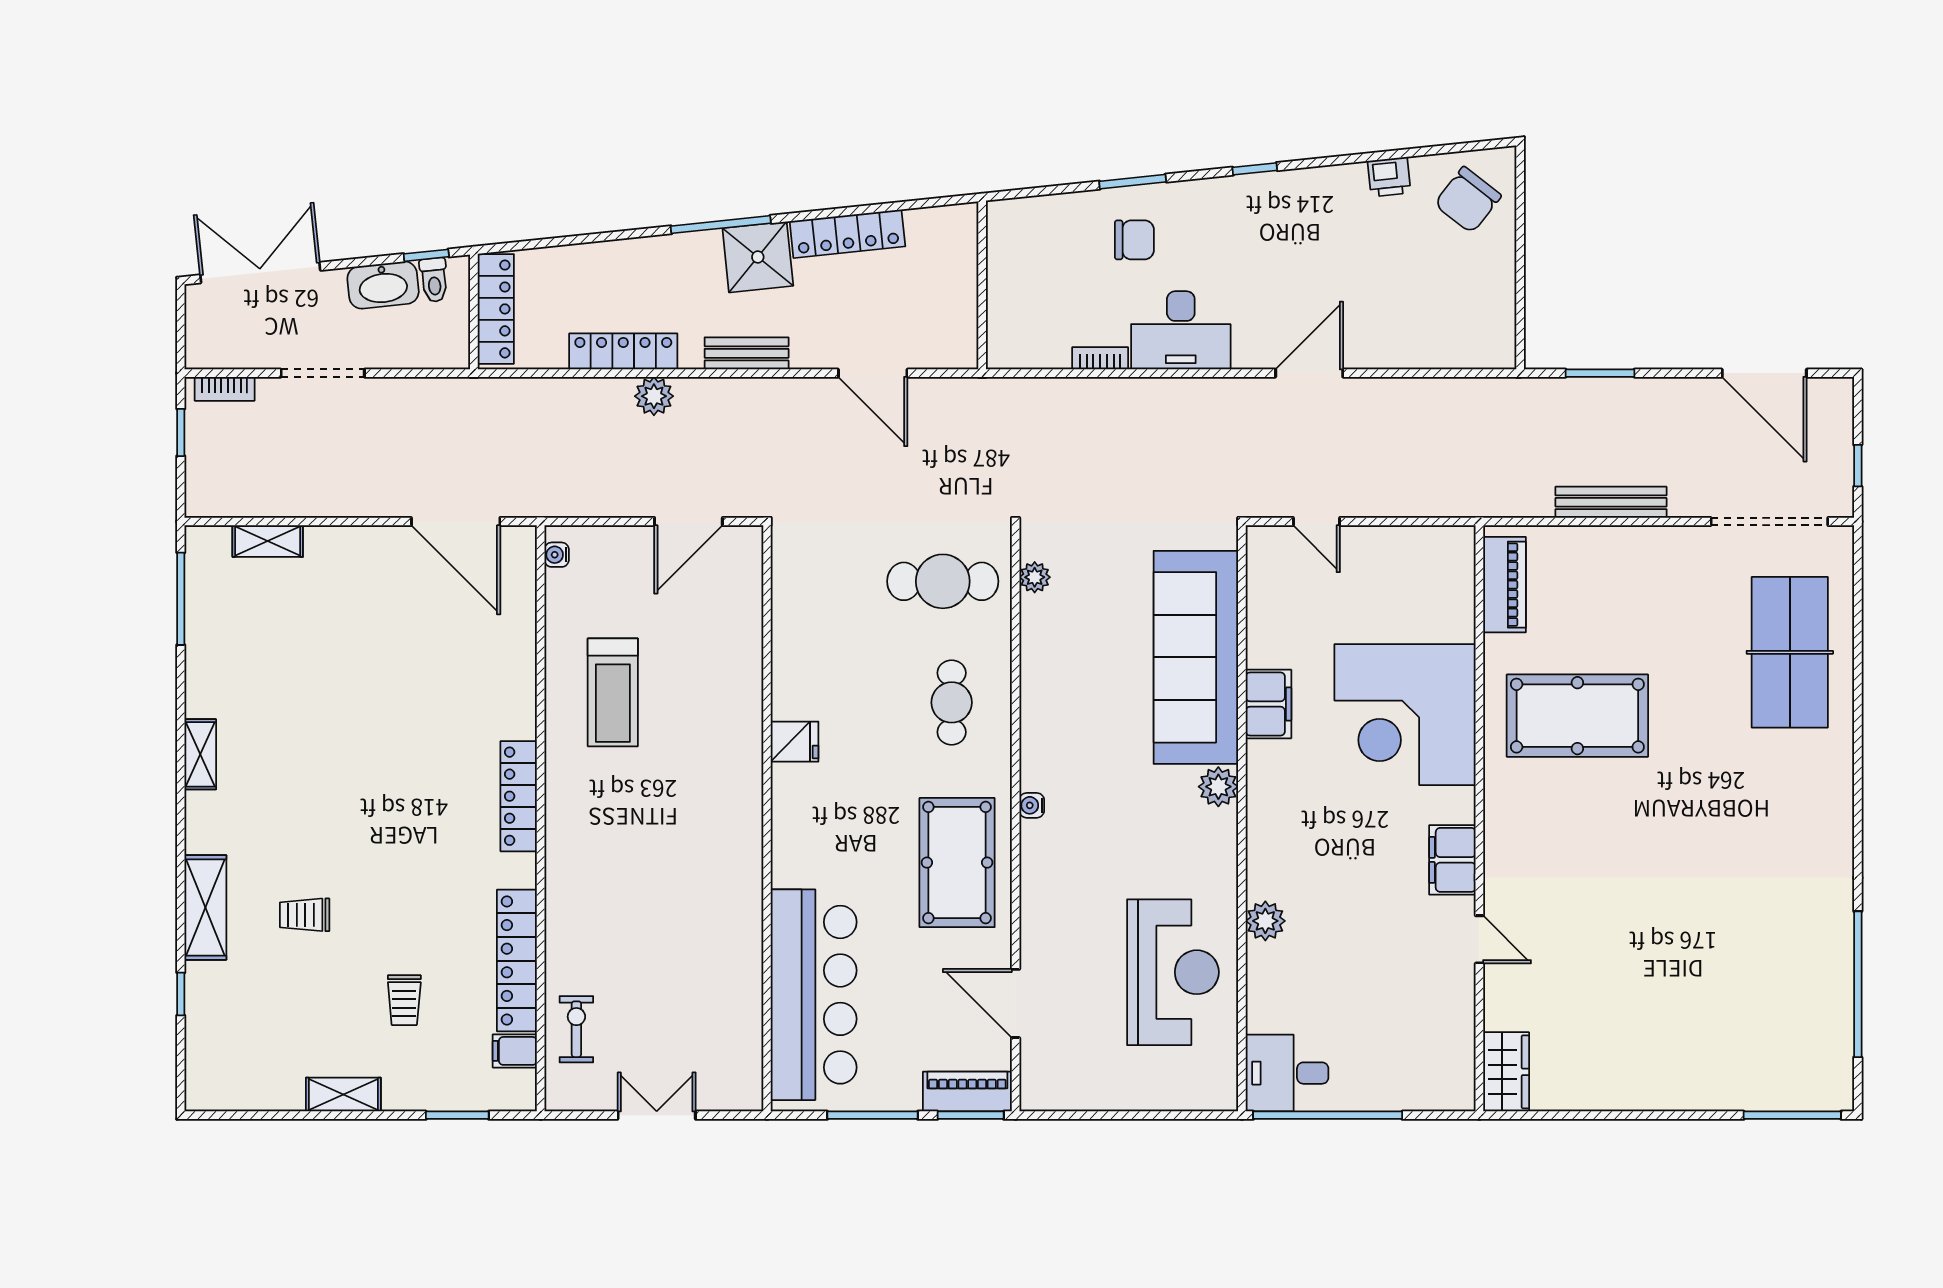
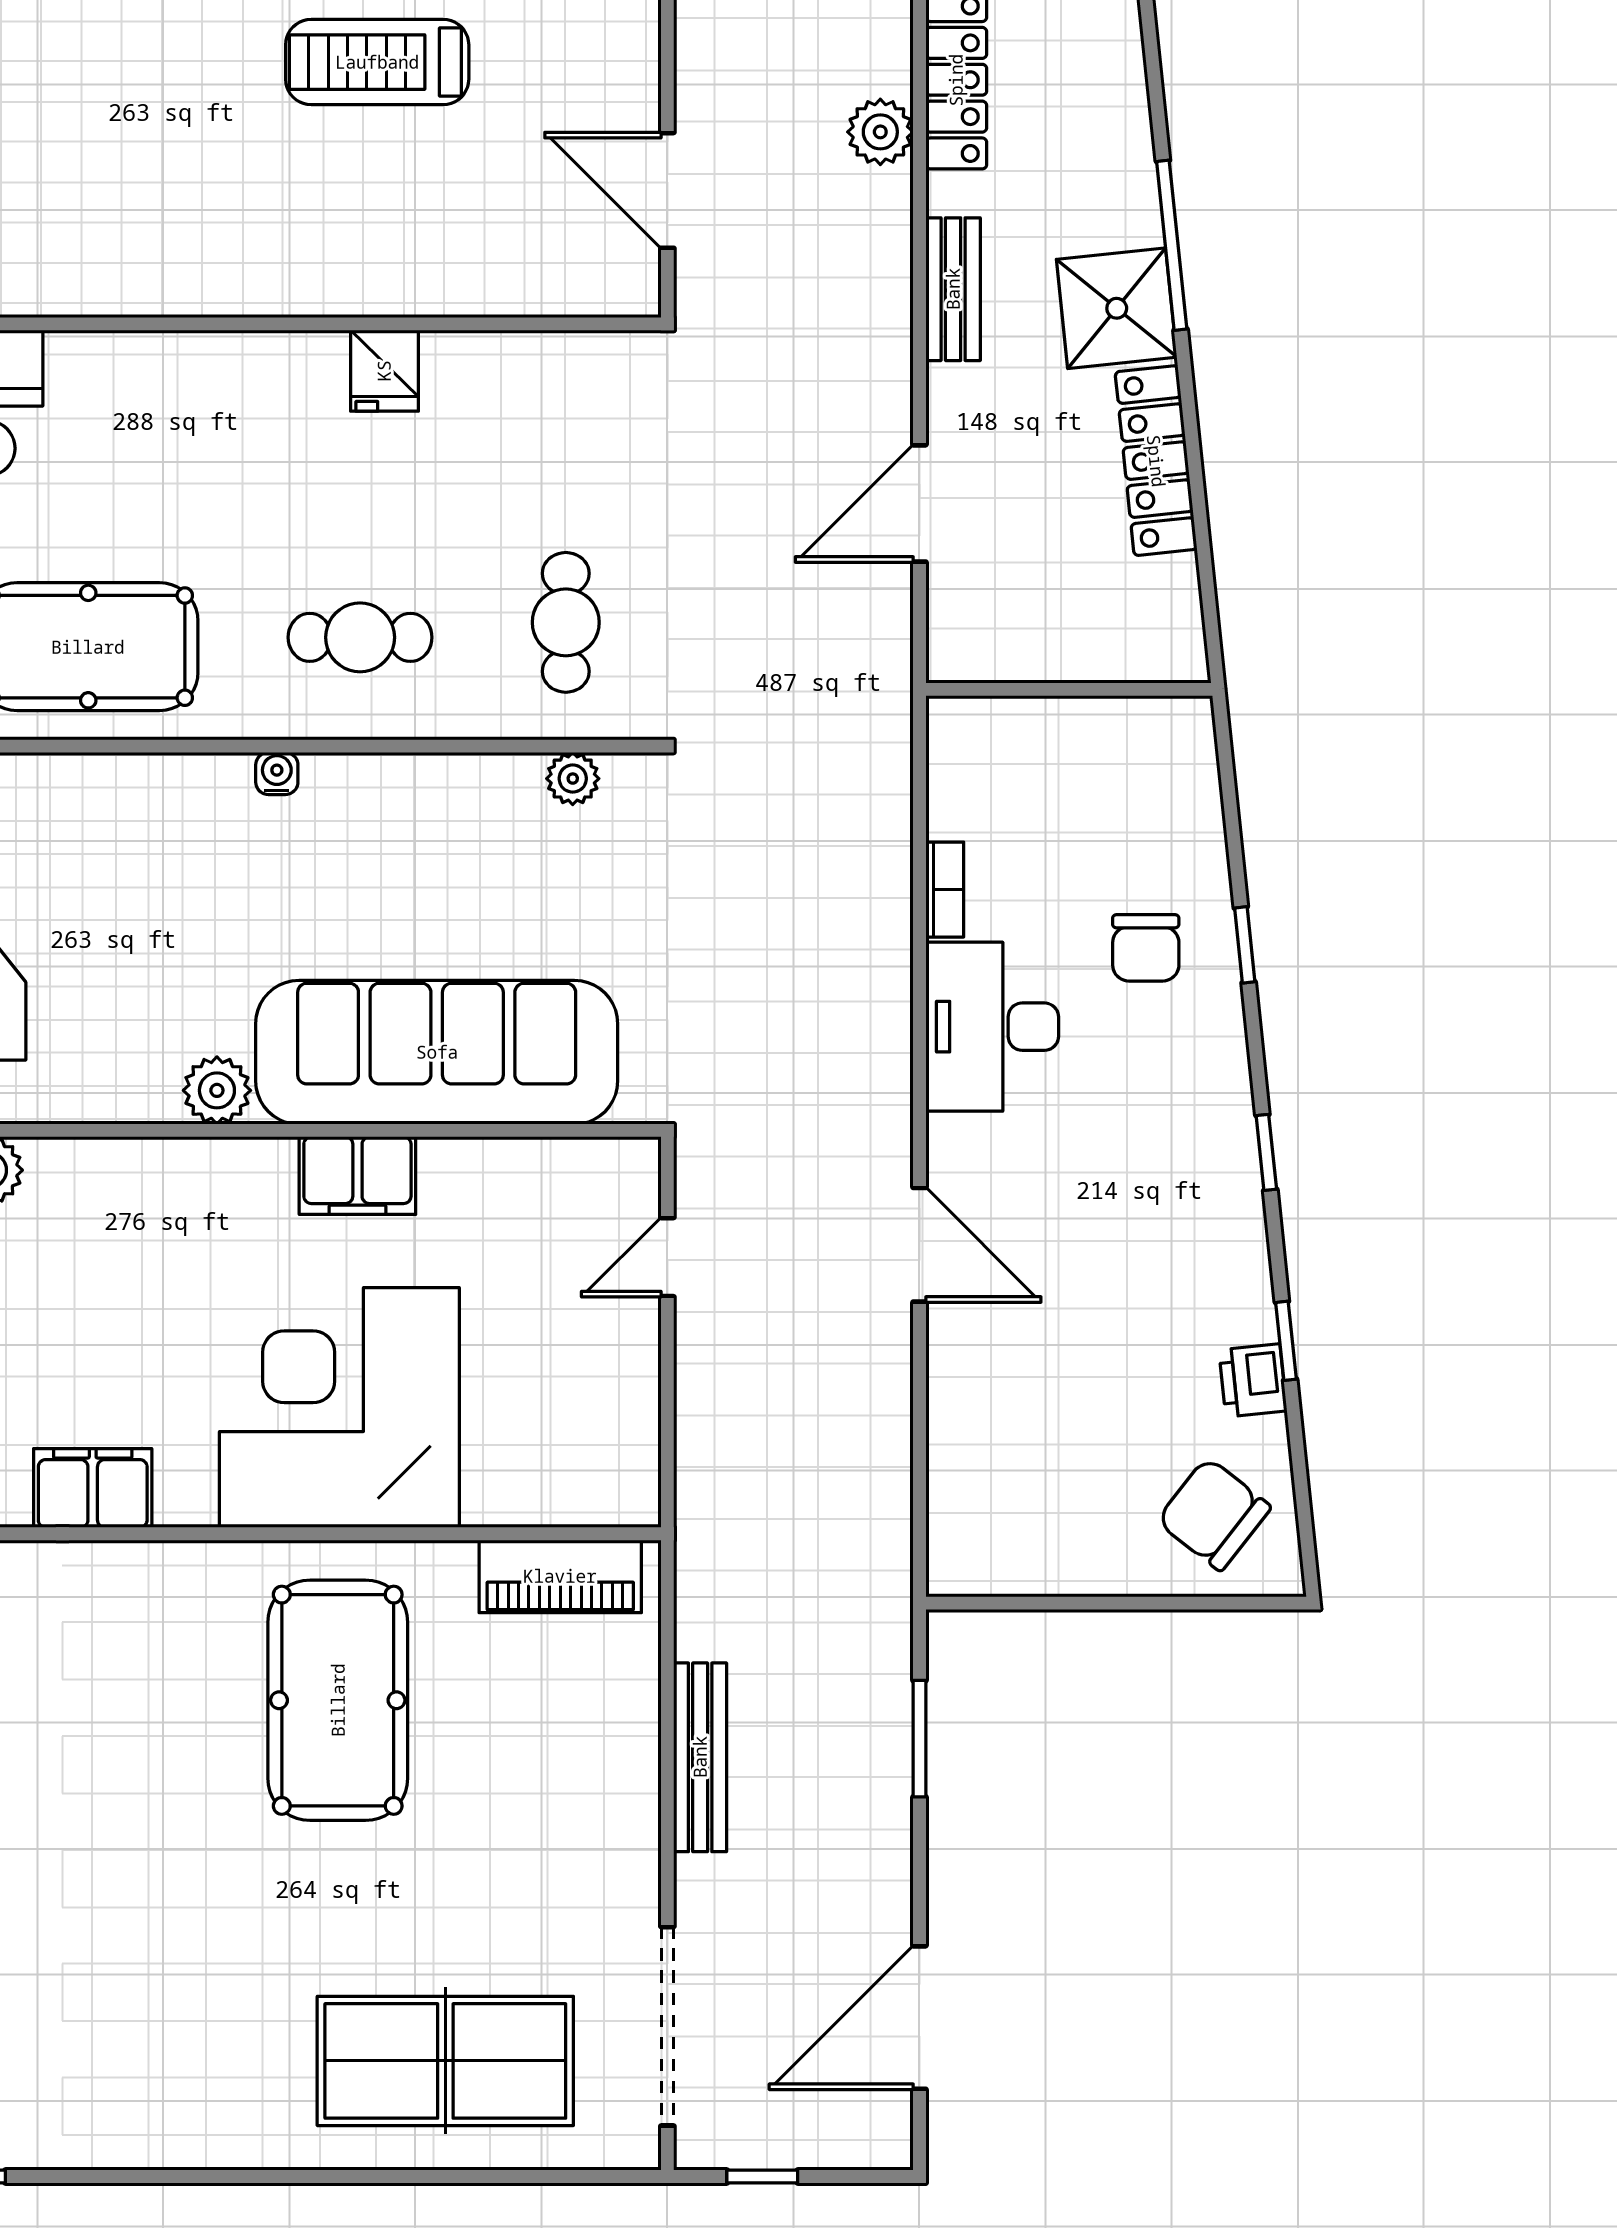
window: (1366, 157) -> (1286, 1341), added
window: (1133, 182) -> (1245, 945), width x0.67
cafe table: (943, 581) -> (566, 622), width x0.73, depth x0.74
fridge: (795, 742) -> (384, 371), moved
water cooler: (1032, 805) -> (277, 773), moved

